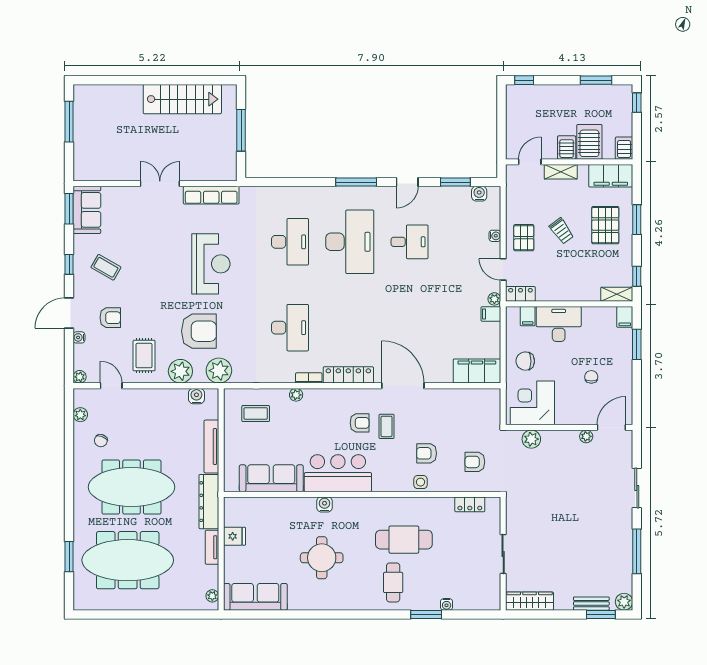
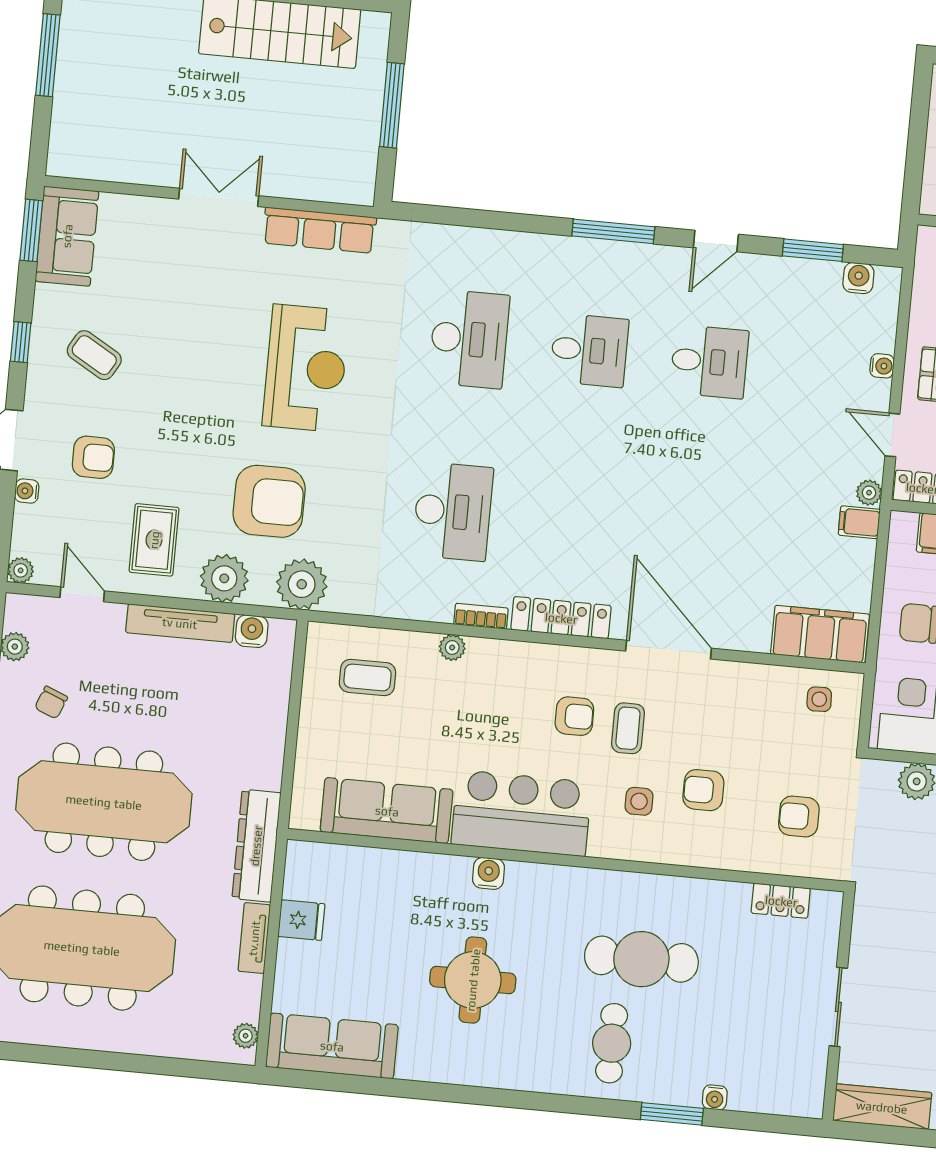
desk: (350, 242) -> (589, 350), width x0.53, depth x0.77
side table: (479, 403) -> (819, 699), added
tv unit: (211, 447) -> (180, 623), moved, turned -90
side table: (420, 482) -> (639, 801), moved

